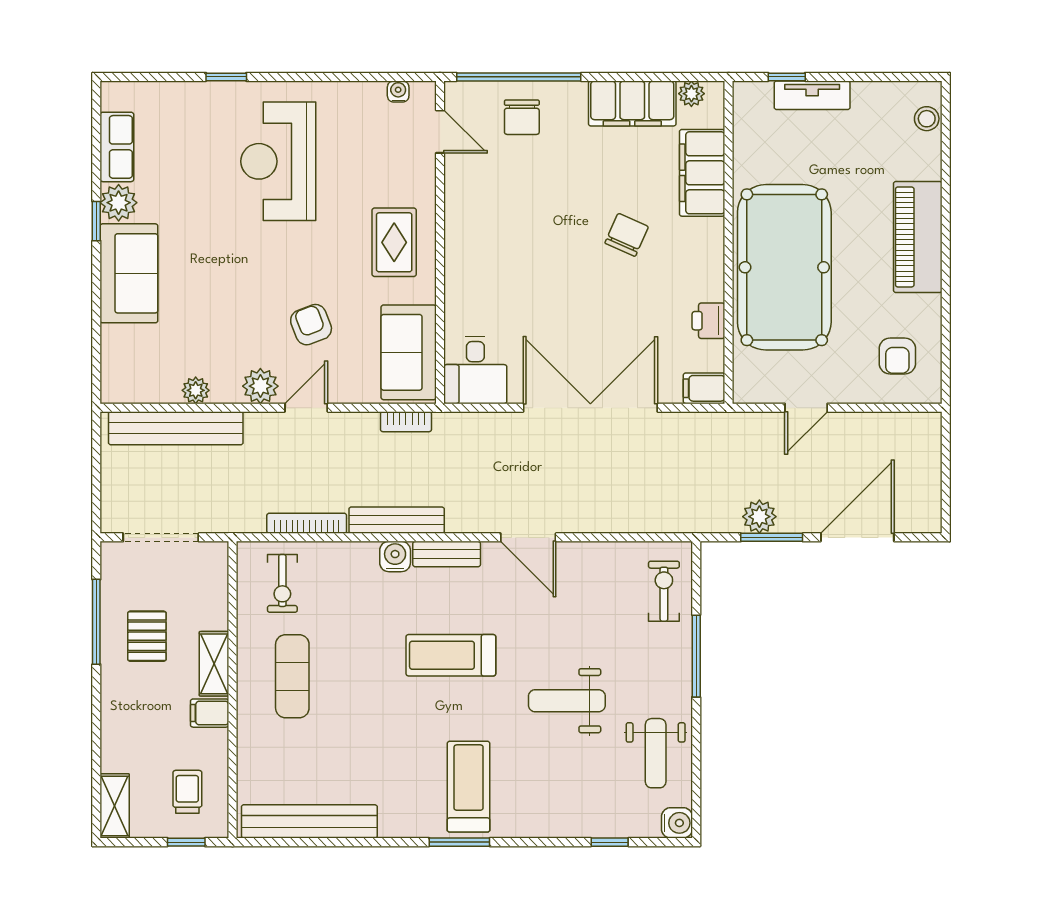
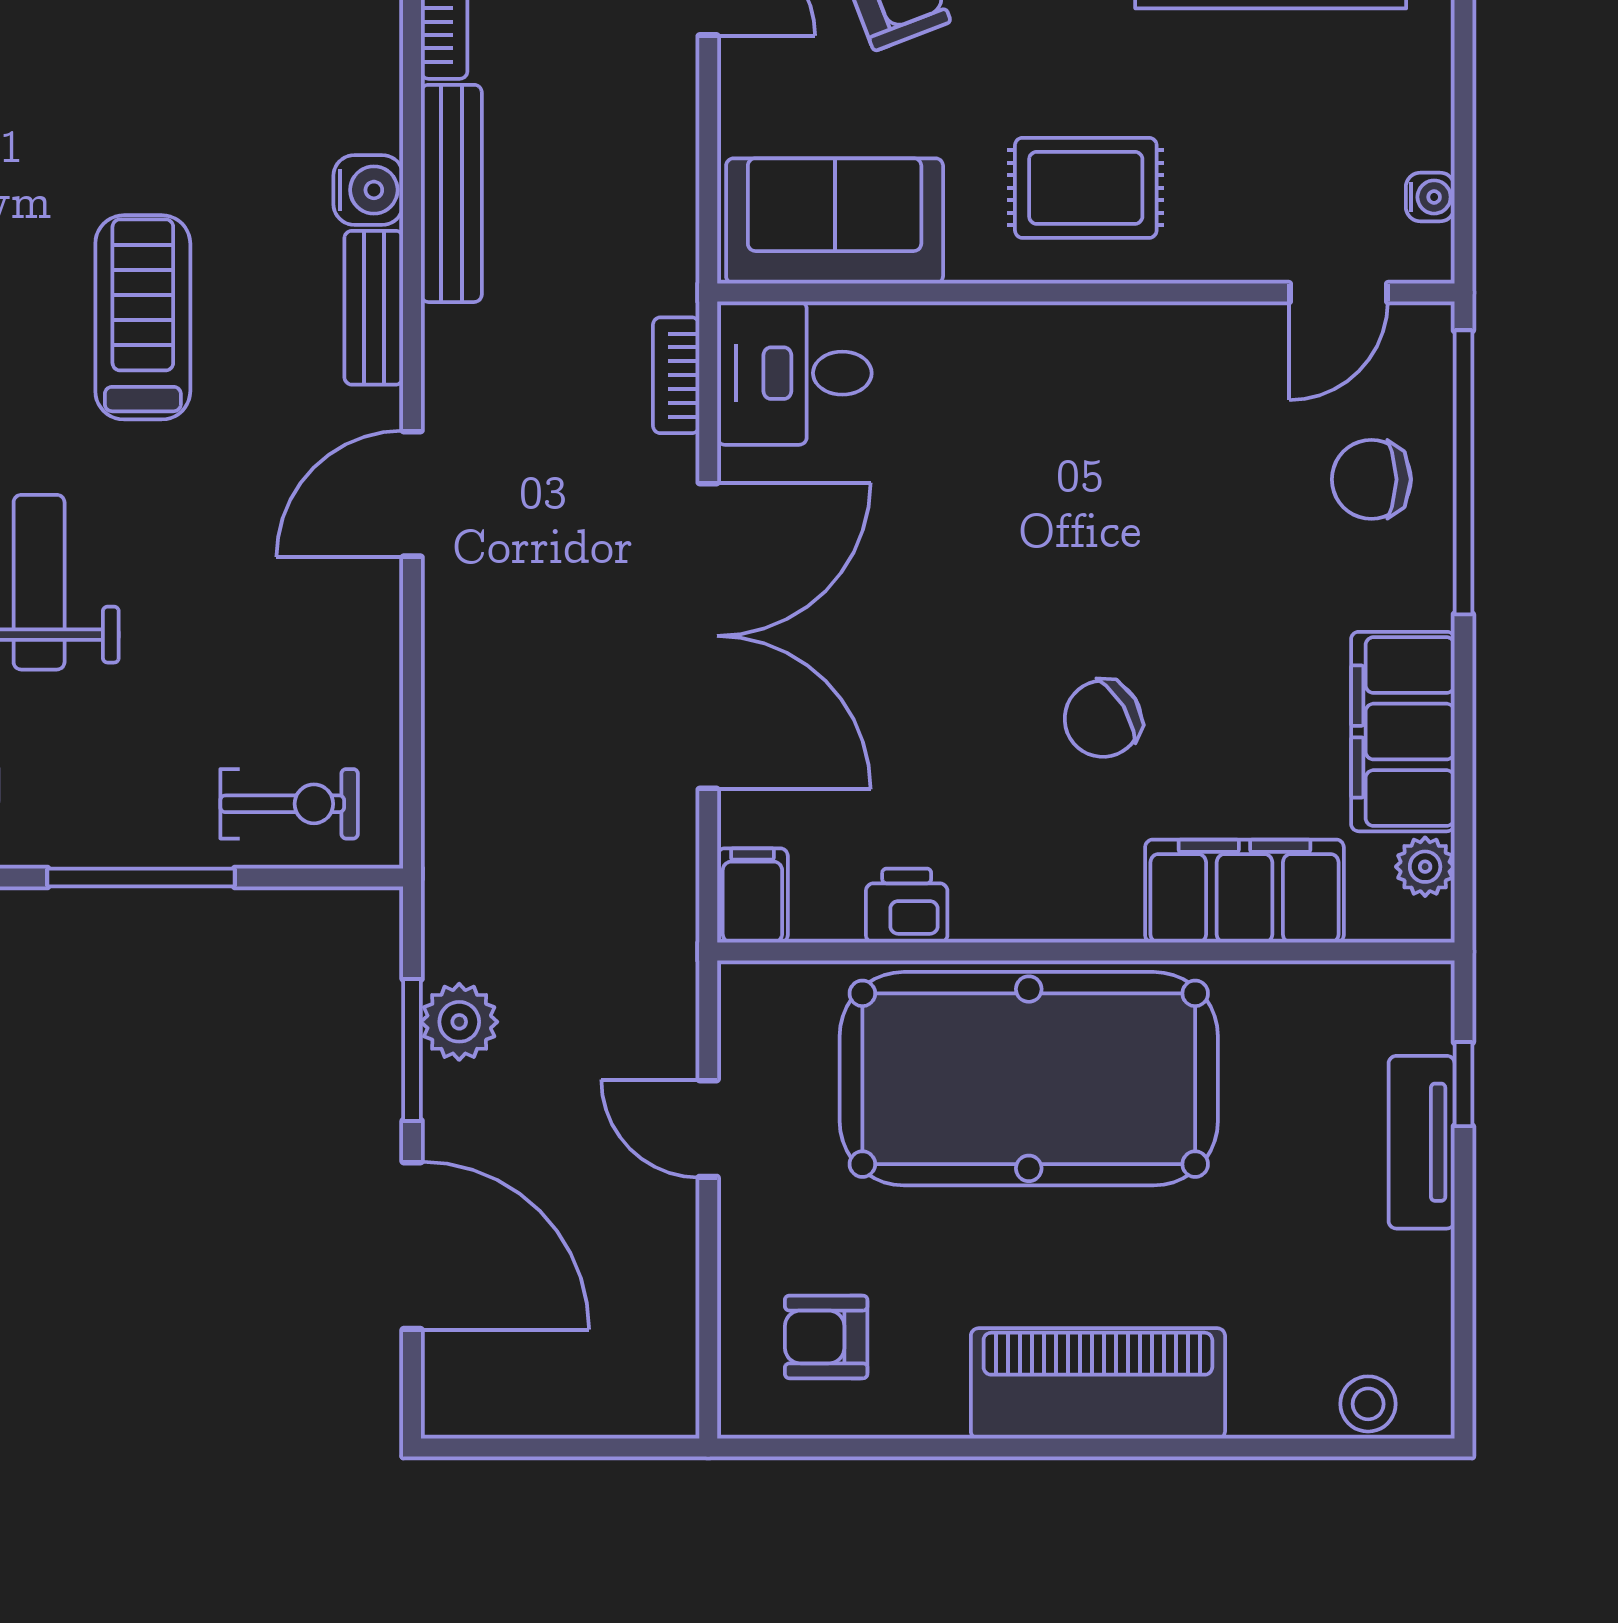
chair: (627, 235) -> (1103, 719), turned 125
bookcase: (406, 422) -> (676, 375), moved

